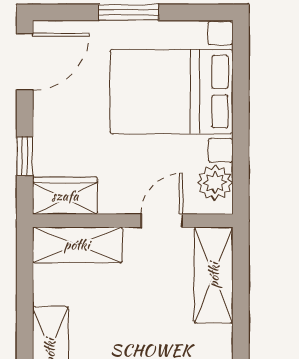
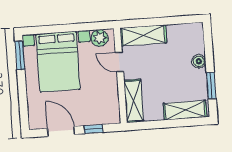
window: (128, 12) -> (20, 55), moved
door: (25, 62) -> (61, 131), moved
wardrobe: (65, 196) -> (111, 109), removed

